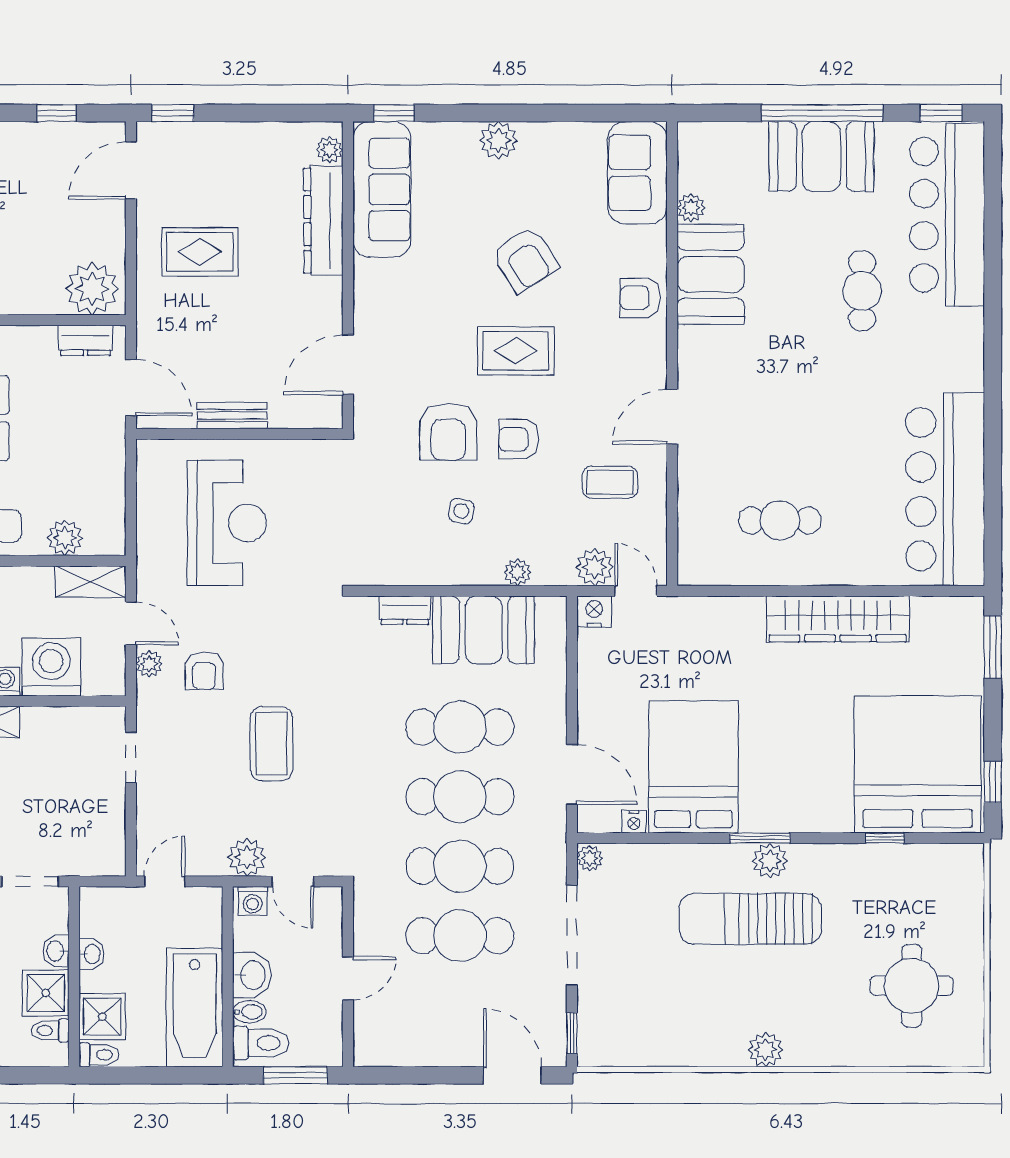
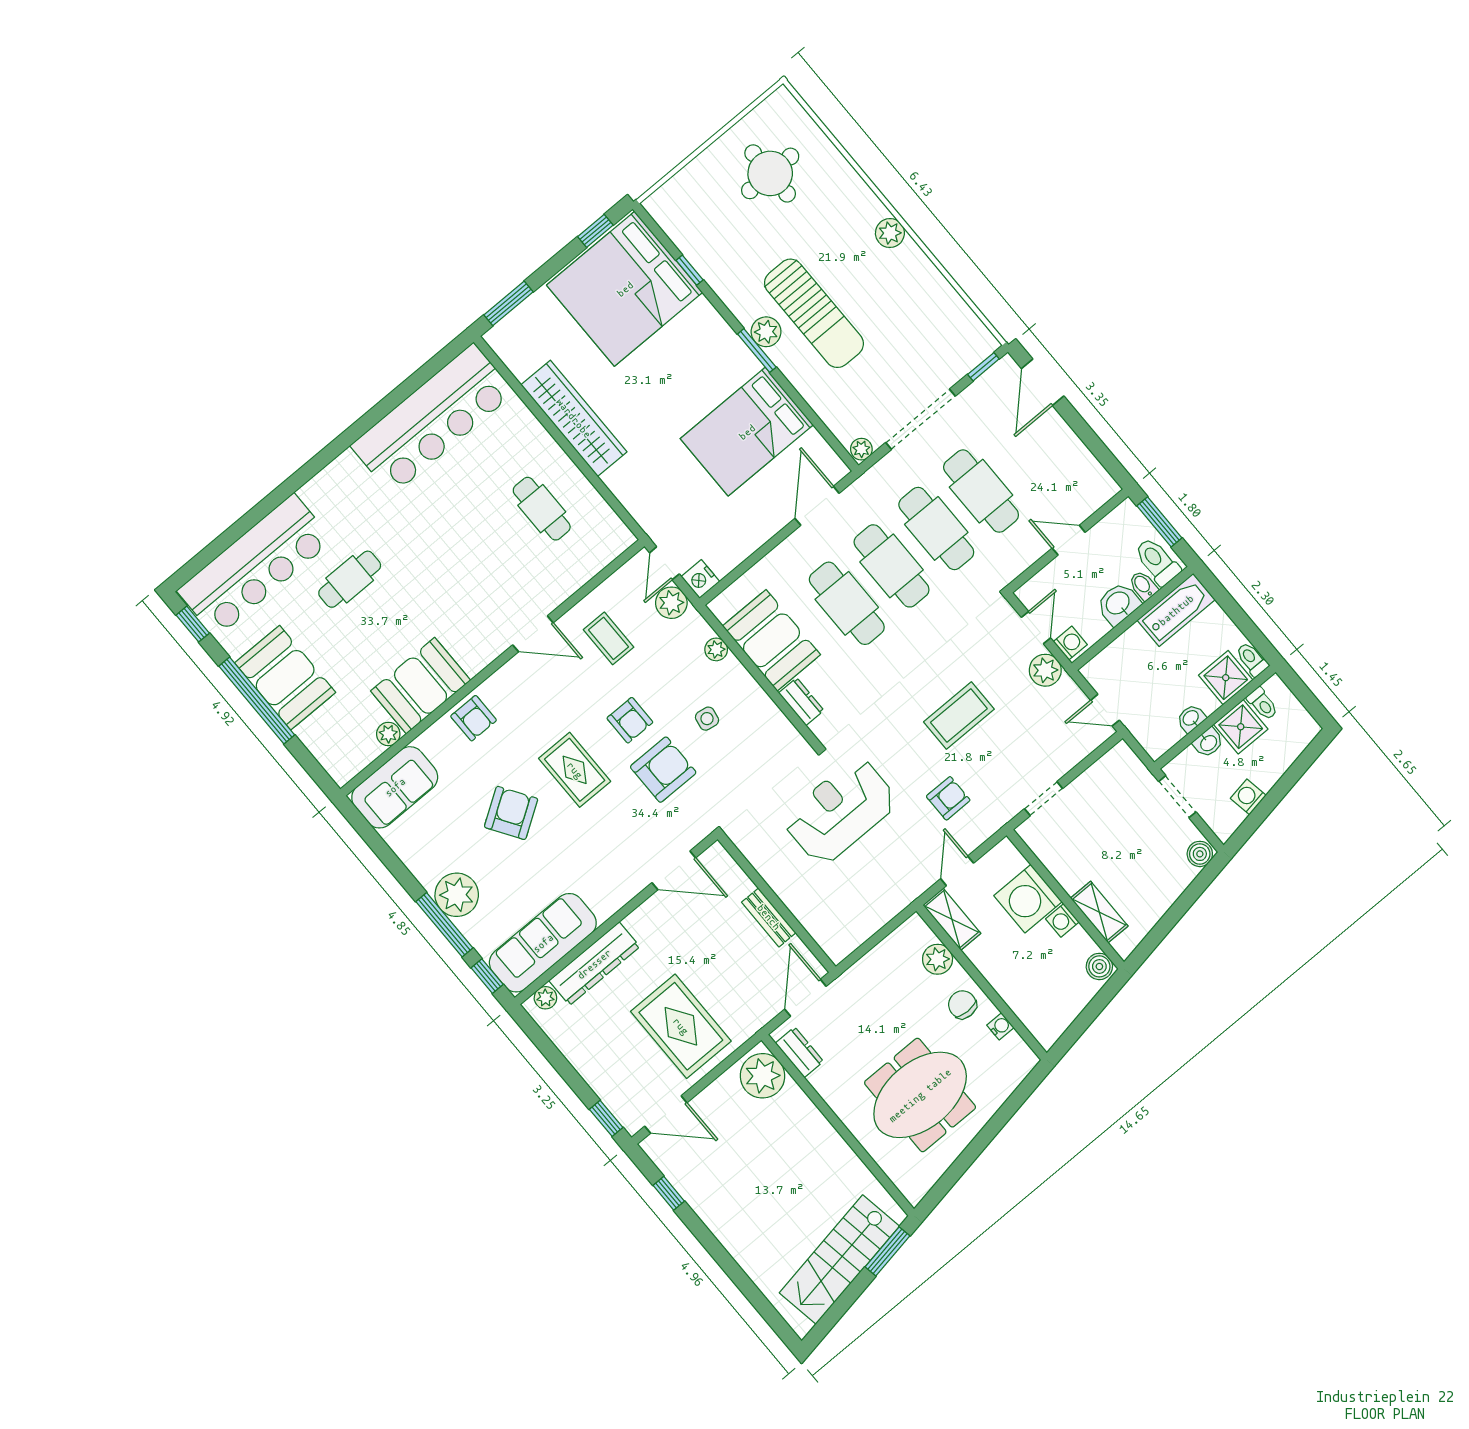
window: (474, 113) -> (444, 925), added
plant: (499, 140) -> (457, 895), width x1.36, depth x1.36
rug: (200, 252) -> (681, 1026), width x1.36, depth x1.43
reception desk: (227, 523) -> (840, 811), moved
plant: (149, 664) -> (973, 837), removed
nightstand: (634, 822) -> (814, 440), removed
bathtub: (195, 1007) -> (1176, 610), width x0.73, depth x0.73

